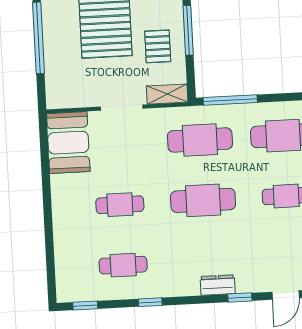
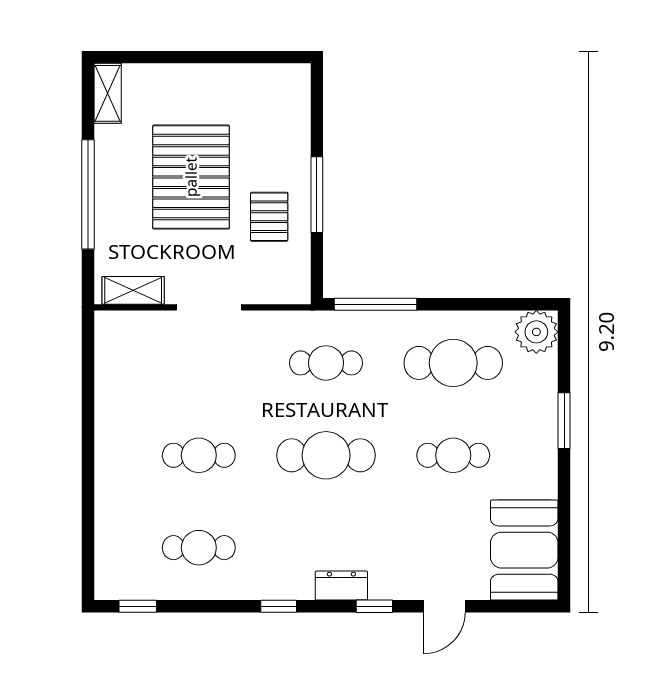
shelving: (167, 94) -> (133, 290), moved
cafe table: (200, 140) -> (326, 363), width x0.73, depth x0.74
booth: (68, 143) -> (125, 356), removed
window: (150, 302) -> (279, 606), moved

